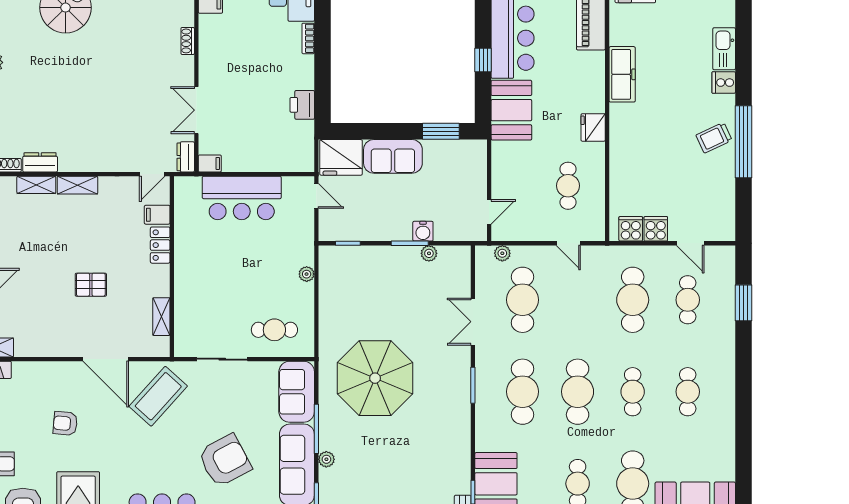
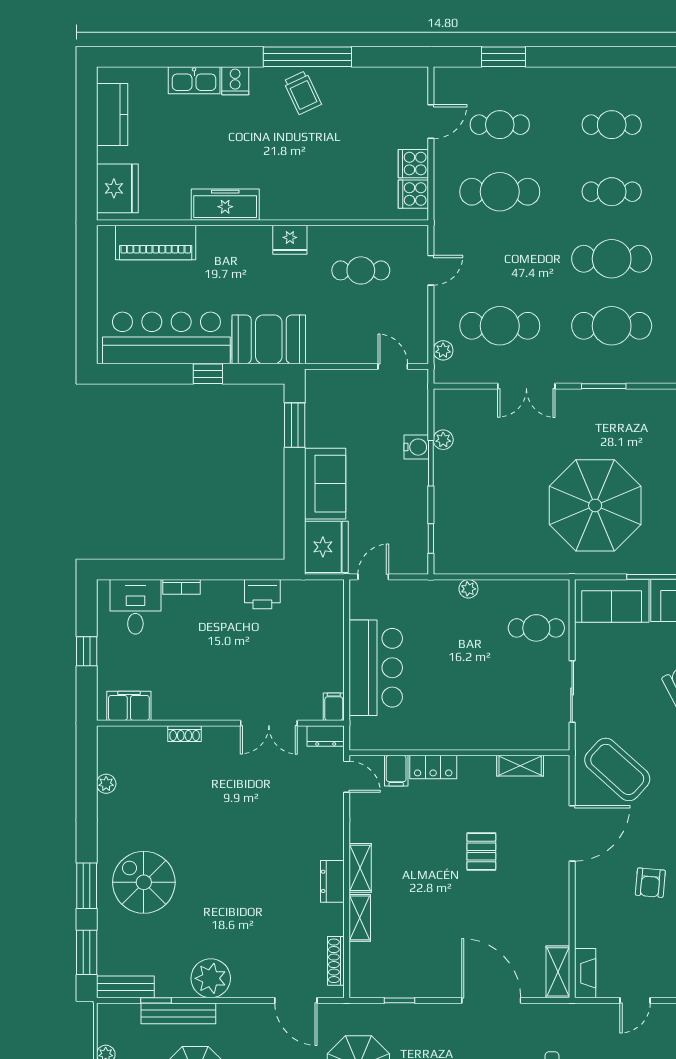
dresser: (40, 162) -> (332, 881), moved
cafe table: (274, 330) -> (536, 628), turned 90

